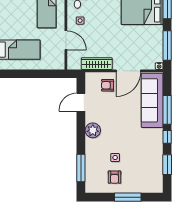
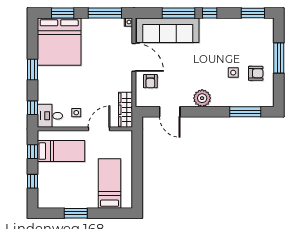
wardrobe: (97, 64) -> (126, 110), moved
window: (167, 165) -> (253, 13), moved

